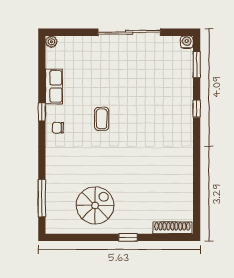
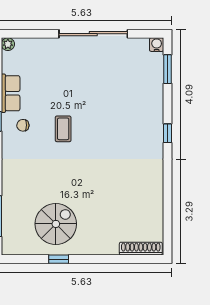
window: (197, 109) -> (167, 133), moved
chair: (58, 128) -> (23, 125), moved
window: (128, 237) -> (59, 259), moved

